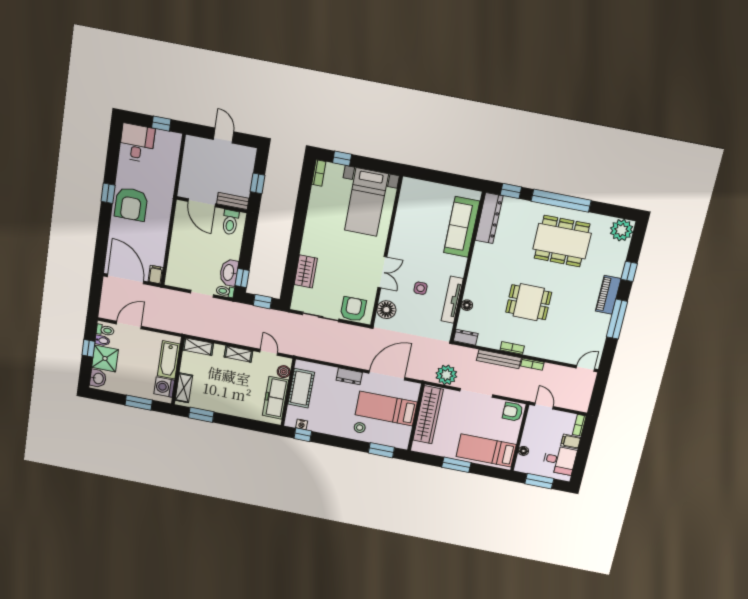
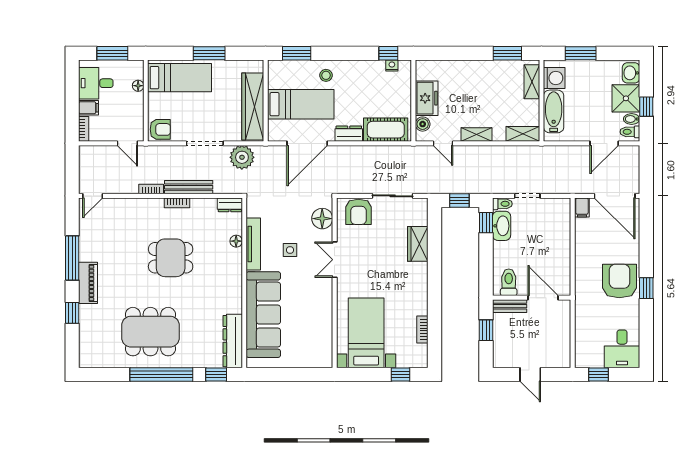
bookcase: (319, 173) -> (422, 329), moved
sofa: (462, 227) -> (263, 315), width x1.36, depth x1.27
plant: (622, 230) -> (91, 356), removed
cot: (301, 388) -> (386, 130), moved, turned 90
freezer: (275, 398) -> (427, 98), width x0.71

